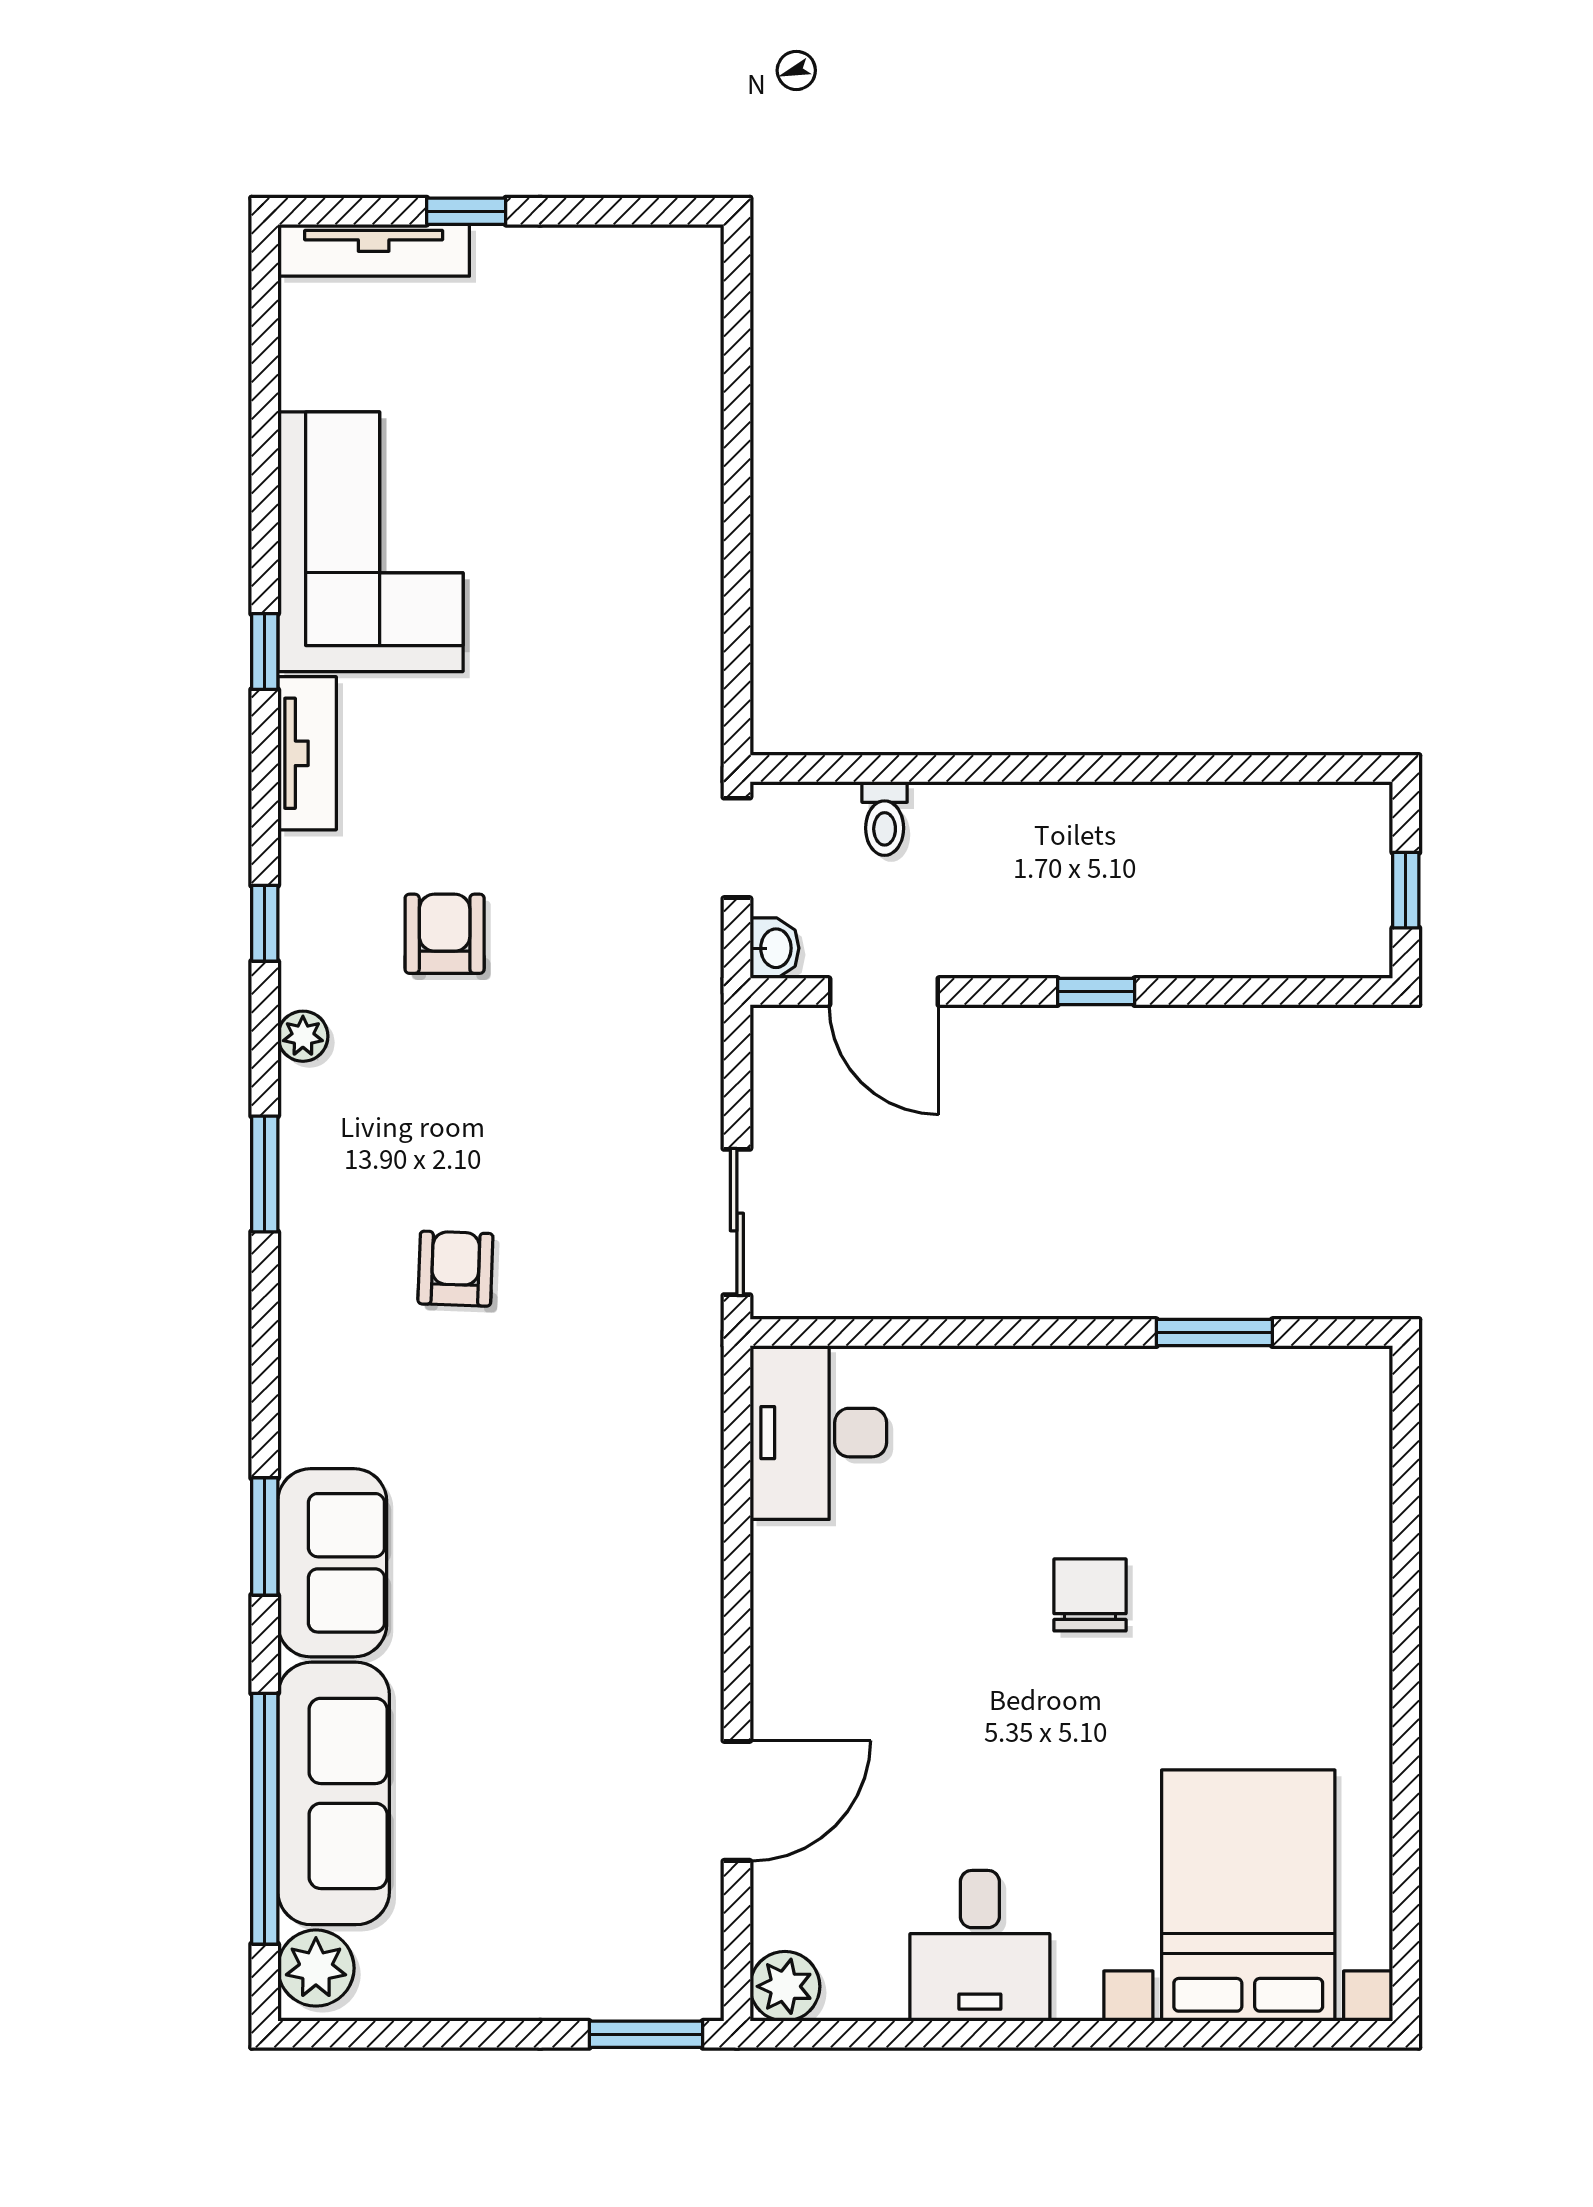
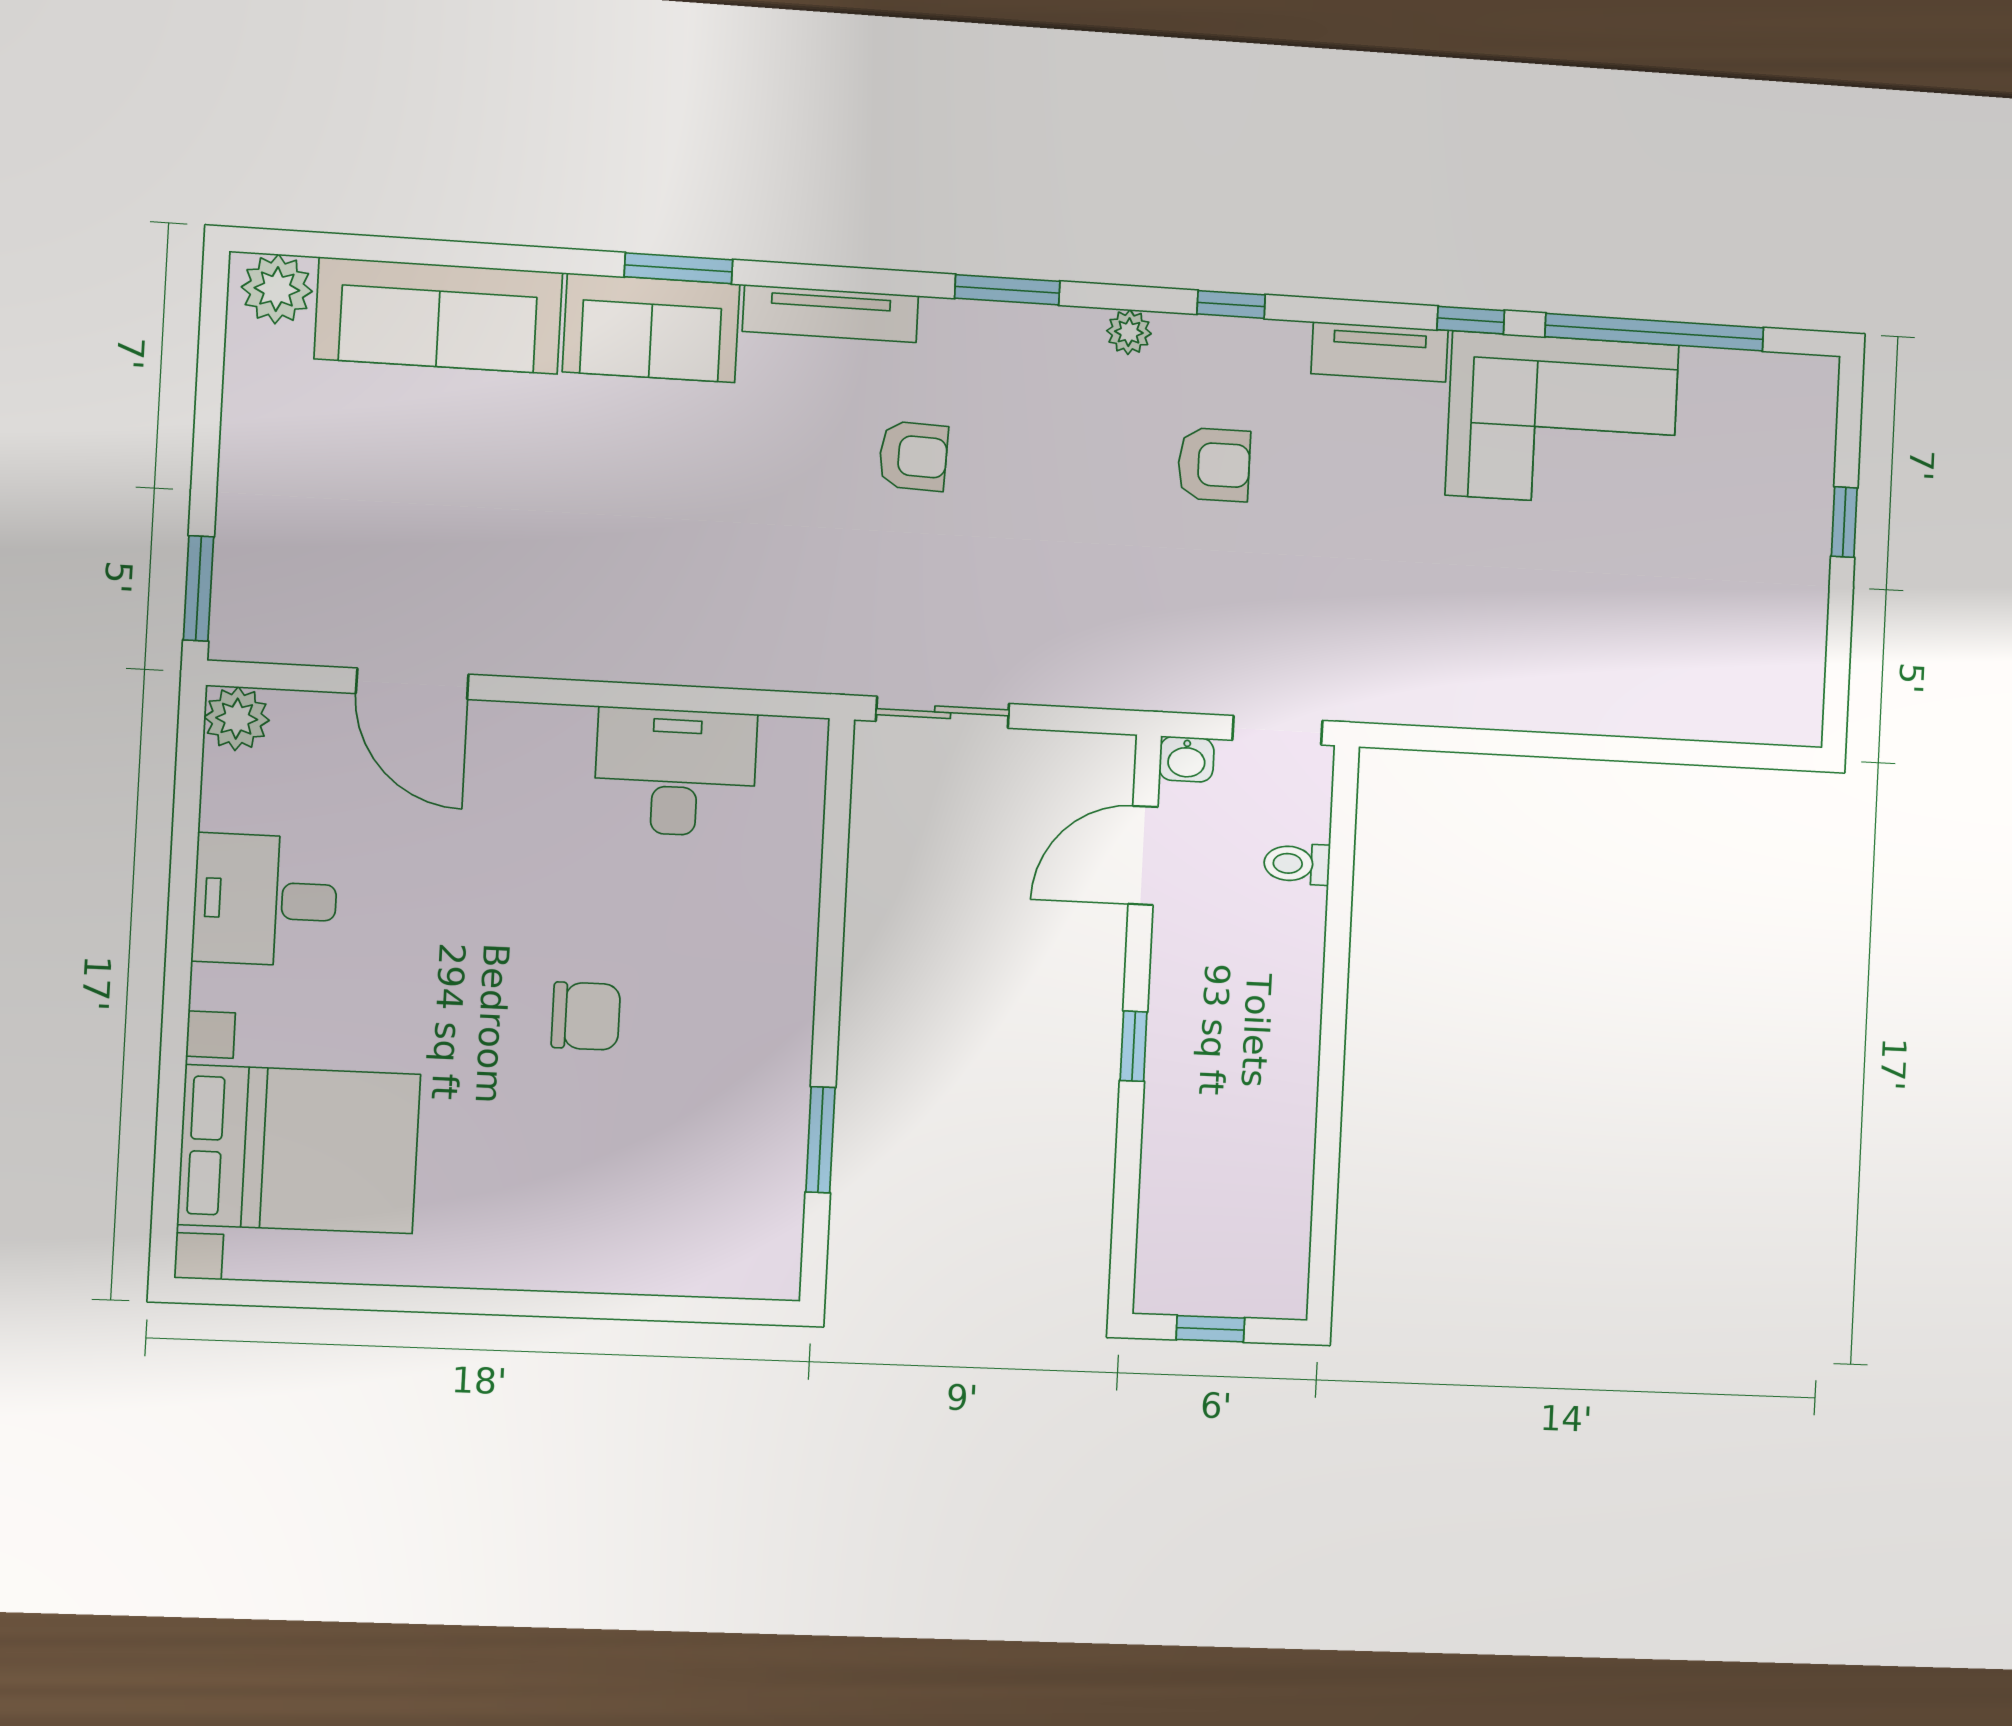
tv unit: (374, 250) -> (831, 314), moved, turned -90
desk: (818, 1433) -> (675, 772), moved
window: (265, 1819) -> (1654, 332), moved

